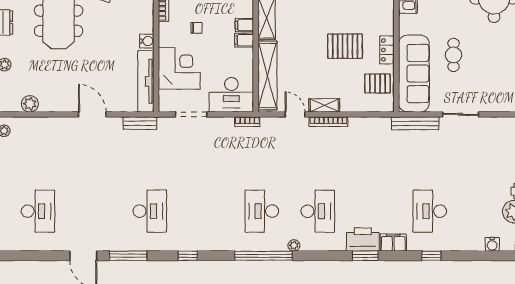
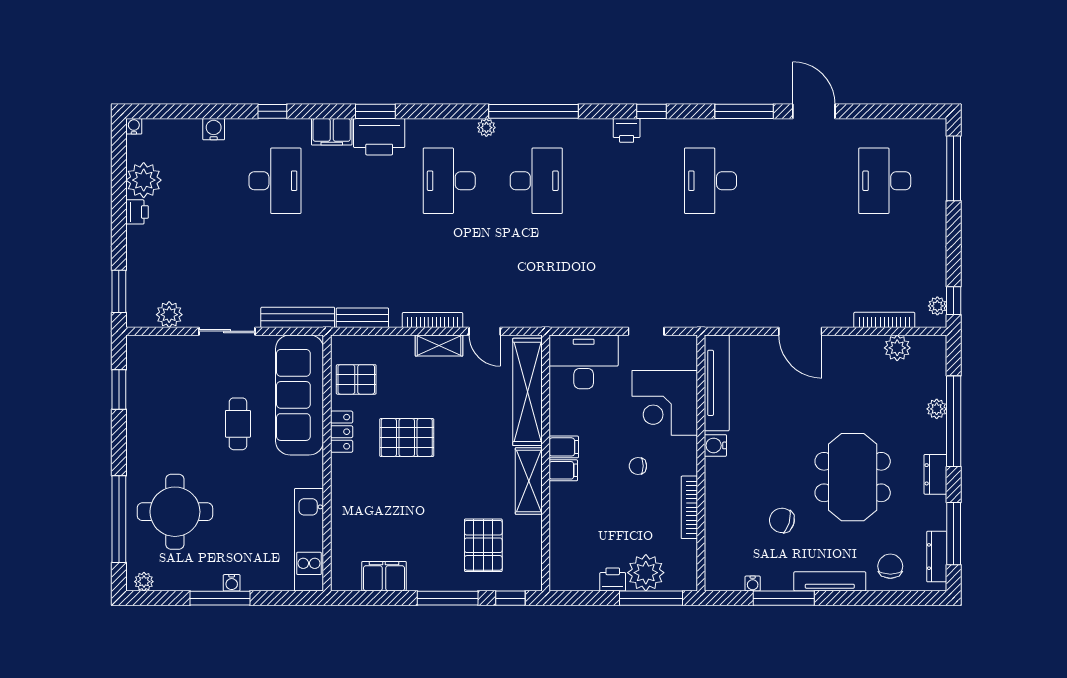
doorway: (191, 114) -> (646, 331), width x0.73
bookcase: (247, 122) -> (884, 320), moved, width x1.56
bench: (140, 123) -> (362, 318), moved
plant: (498, 125) -> (169, 315), added
printer: (204, 243) -> (627, 130), added
water cooler: (492, 244) -> (214, 129), moved

